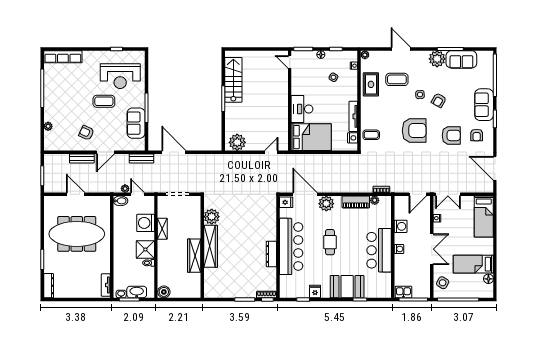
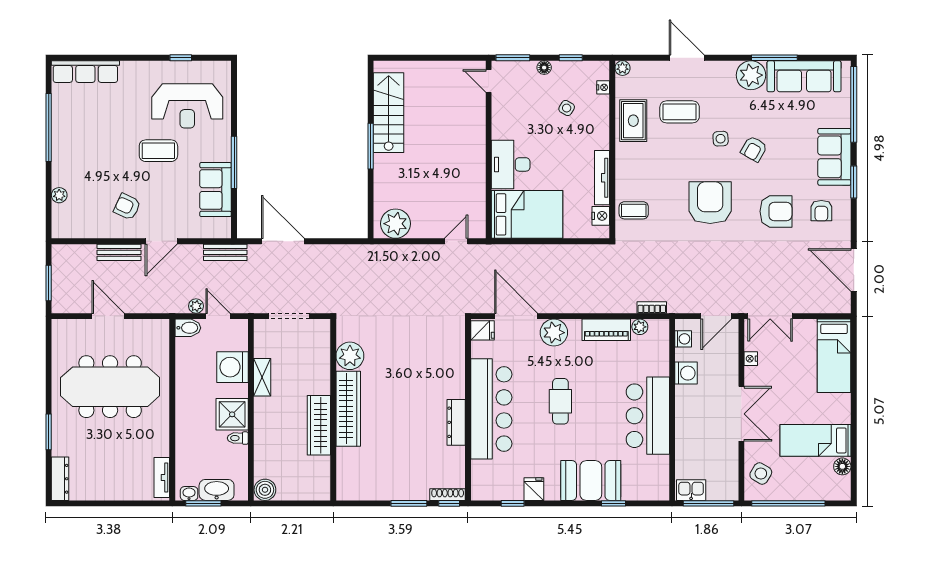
sofa: (461, 59) -> (804, 76), width x1.36
armchair: (414, 131) -> (710, 203), turned -90
washing machine: (399, 249) -> (683, 339), moved

